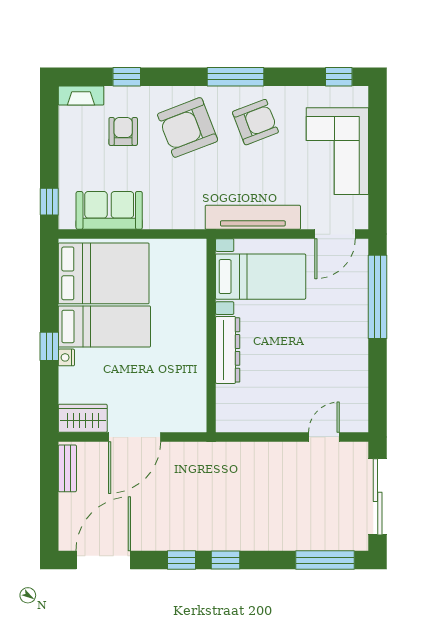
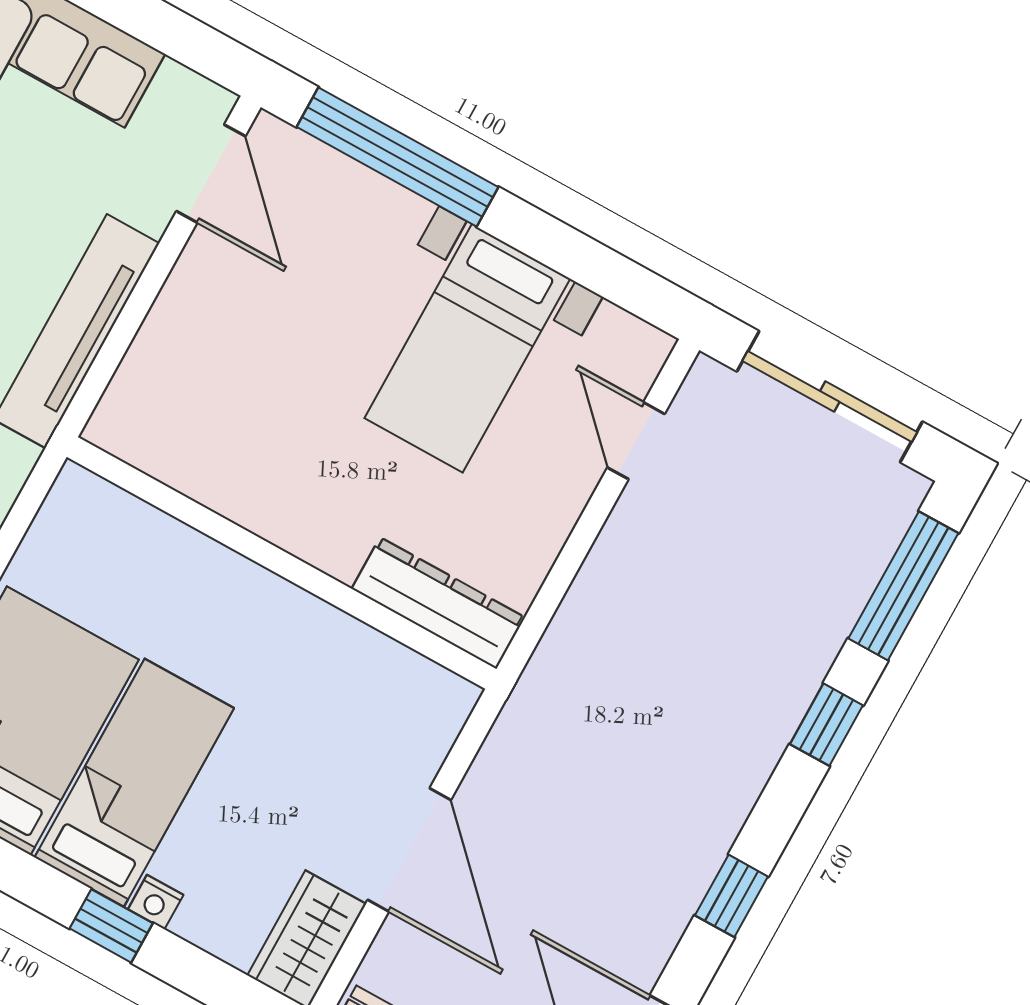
bed with nightstands: (261, 277) -> (467, 348), moved, turned 180
dresser: (228, 350) -> (438, 603), moved
window: (225, 560) -> (826, 725), moved

